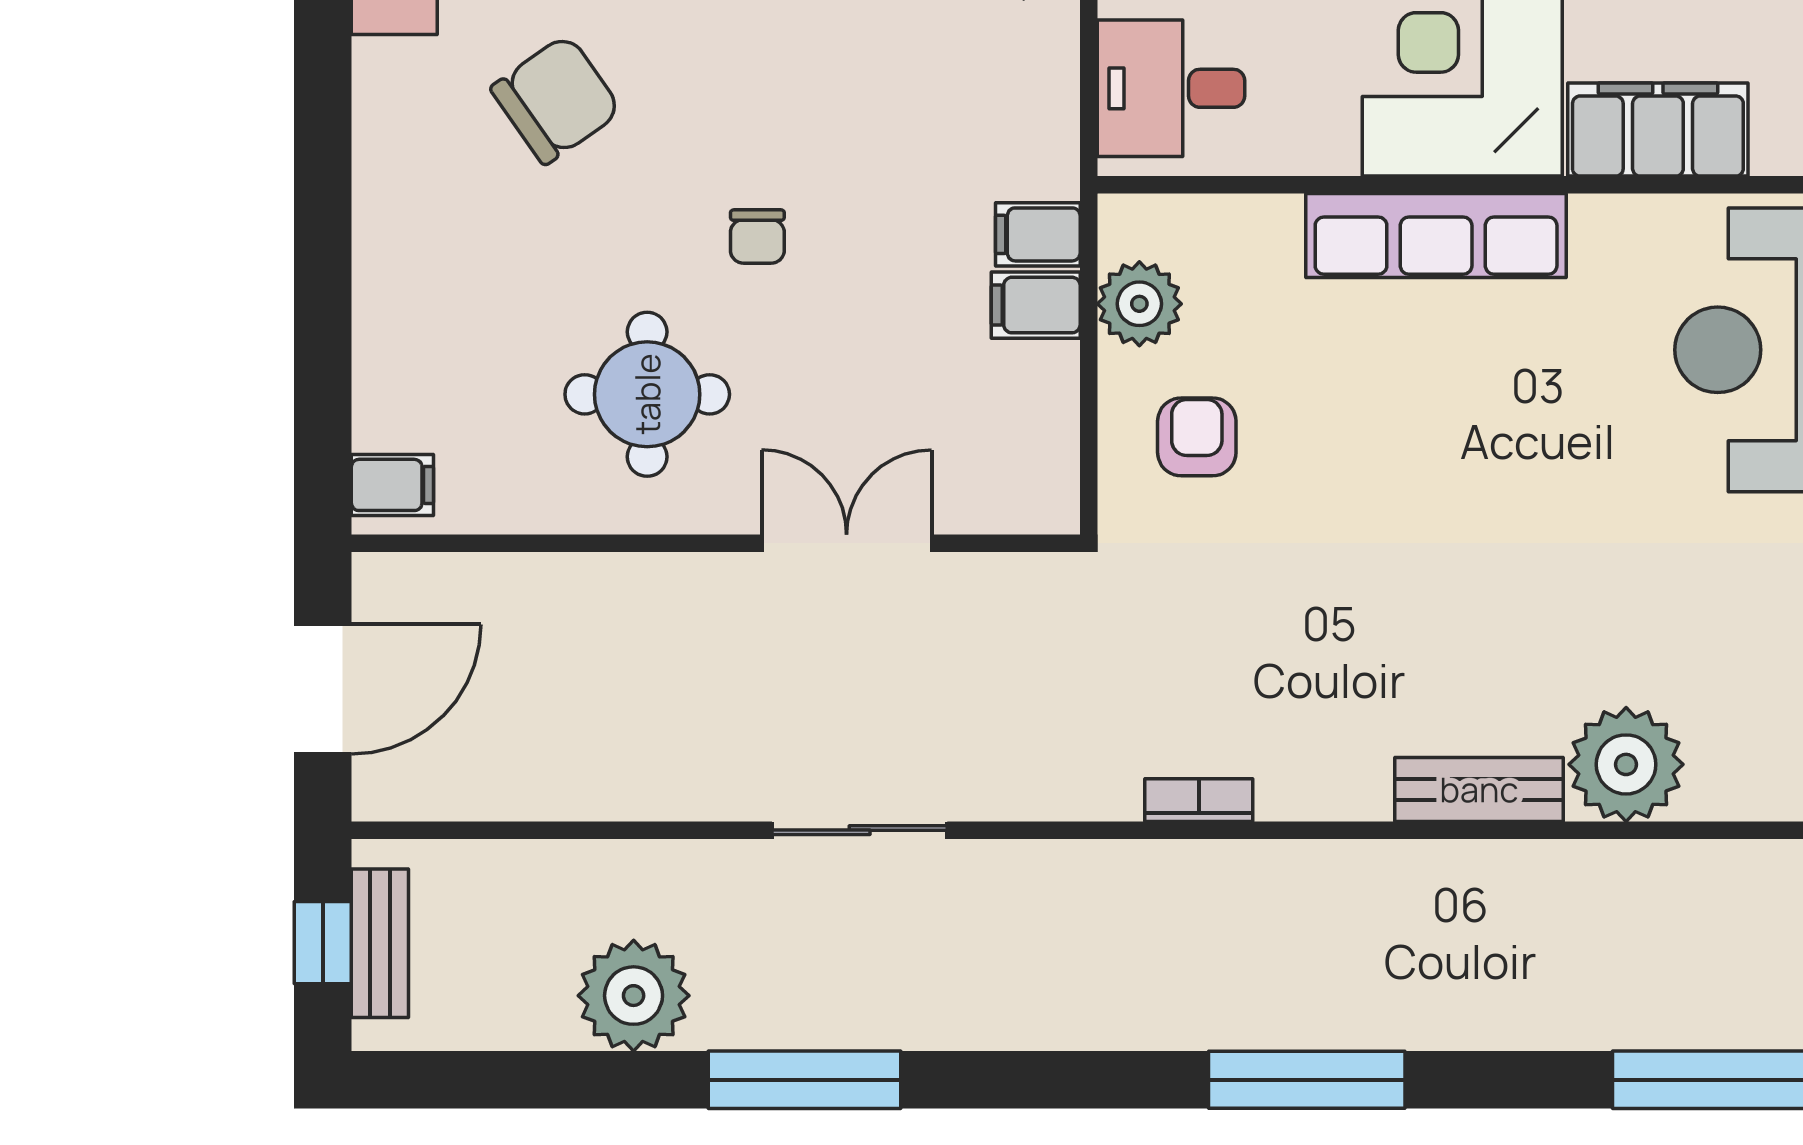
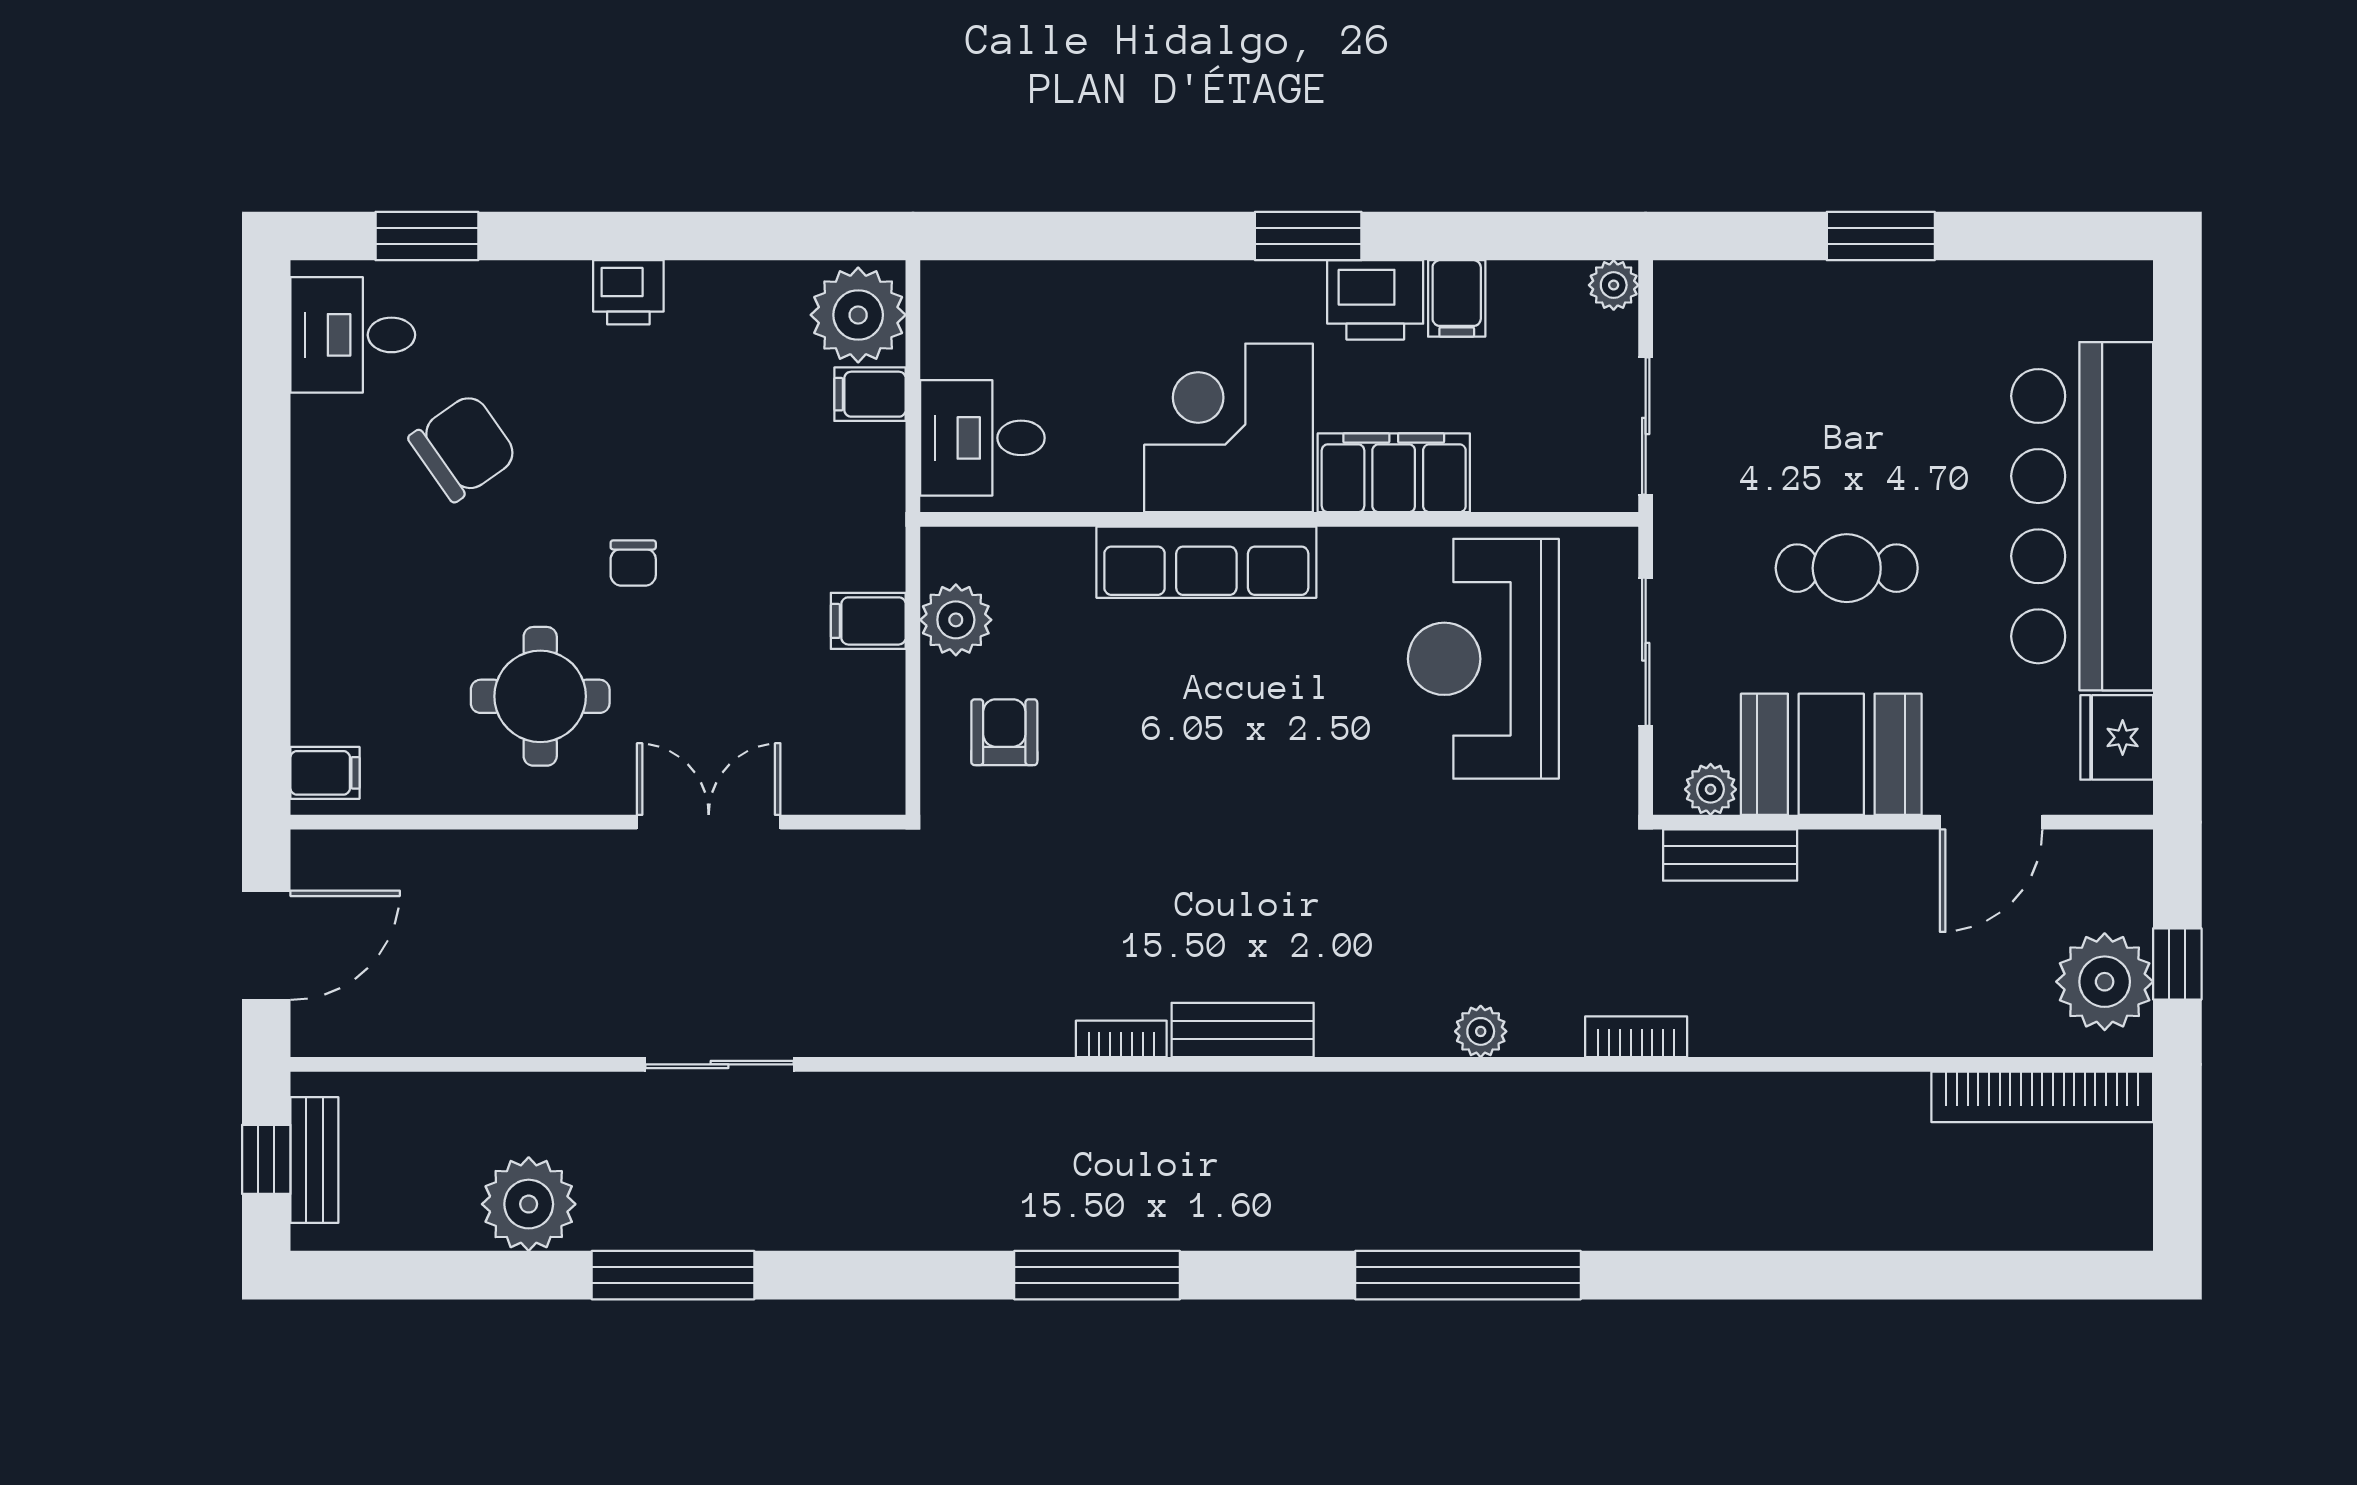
filing cabinet: (1038, 234) -> (870, 394), moved
plant: (1626, 764) -> (1481, 1031), moved, width x0.53, depth x0.53
bookcase: (1199, 800) -> (1121, 1039), moved

